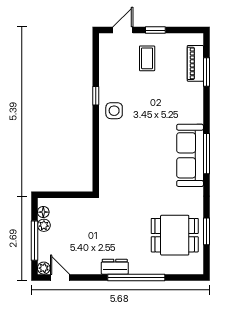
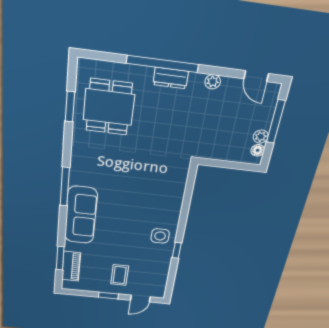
sofa: (190, 155) -> (81, 215), moved
dining table: (175, 235) -> (109, 107), turned 90
dresser: (115, 267) -> (171, 78), moved
plant: (44, 268) -> (213, 82), moved

